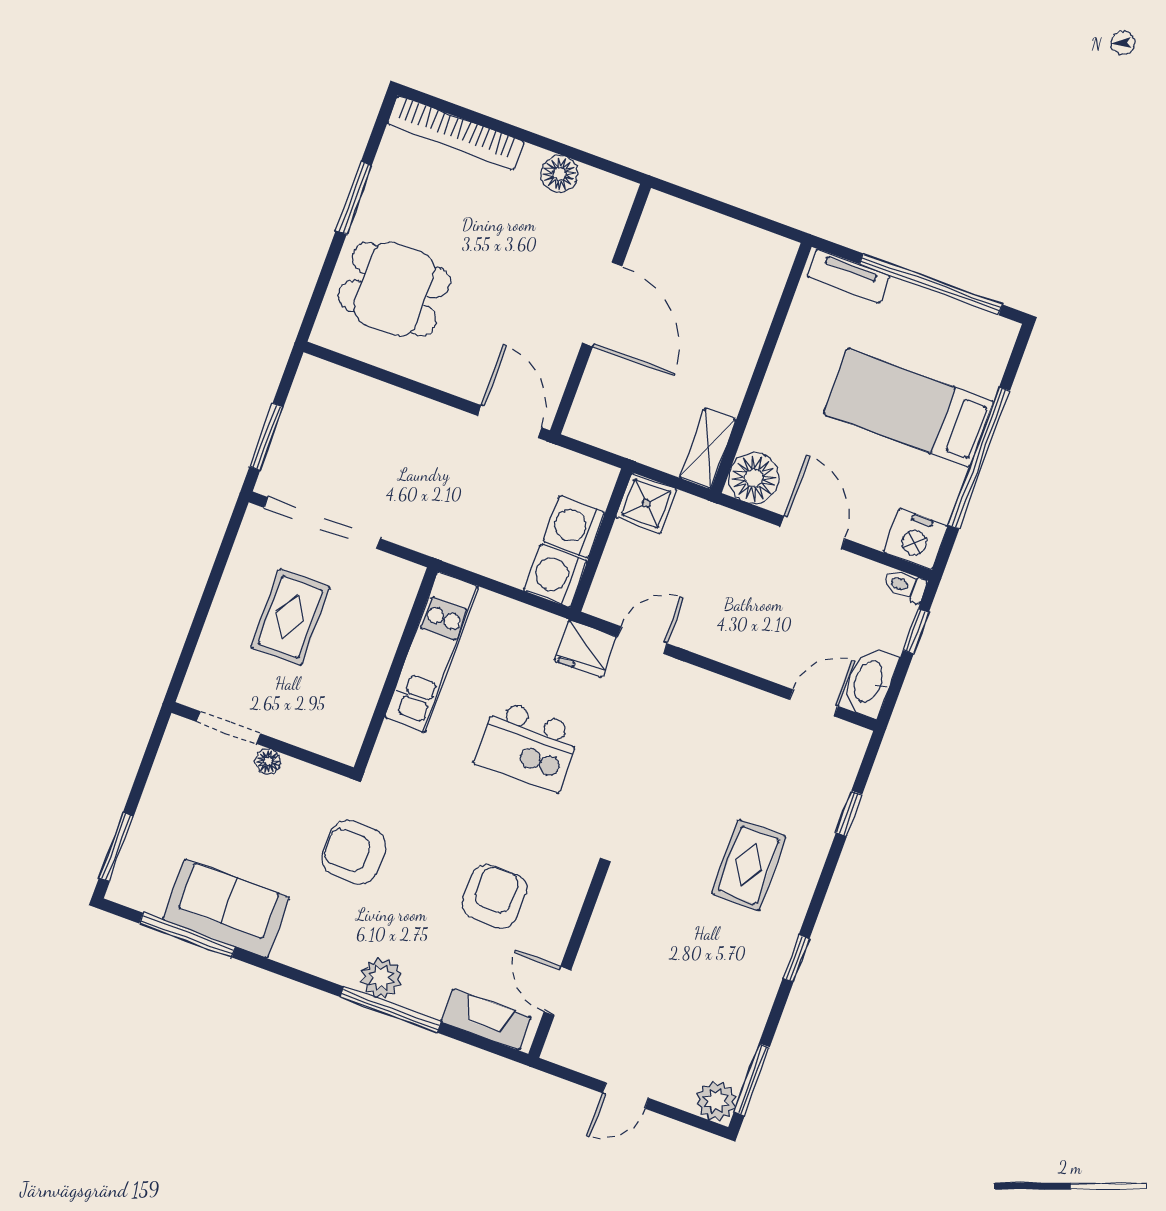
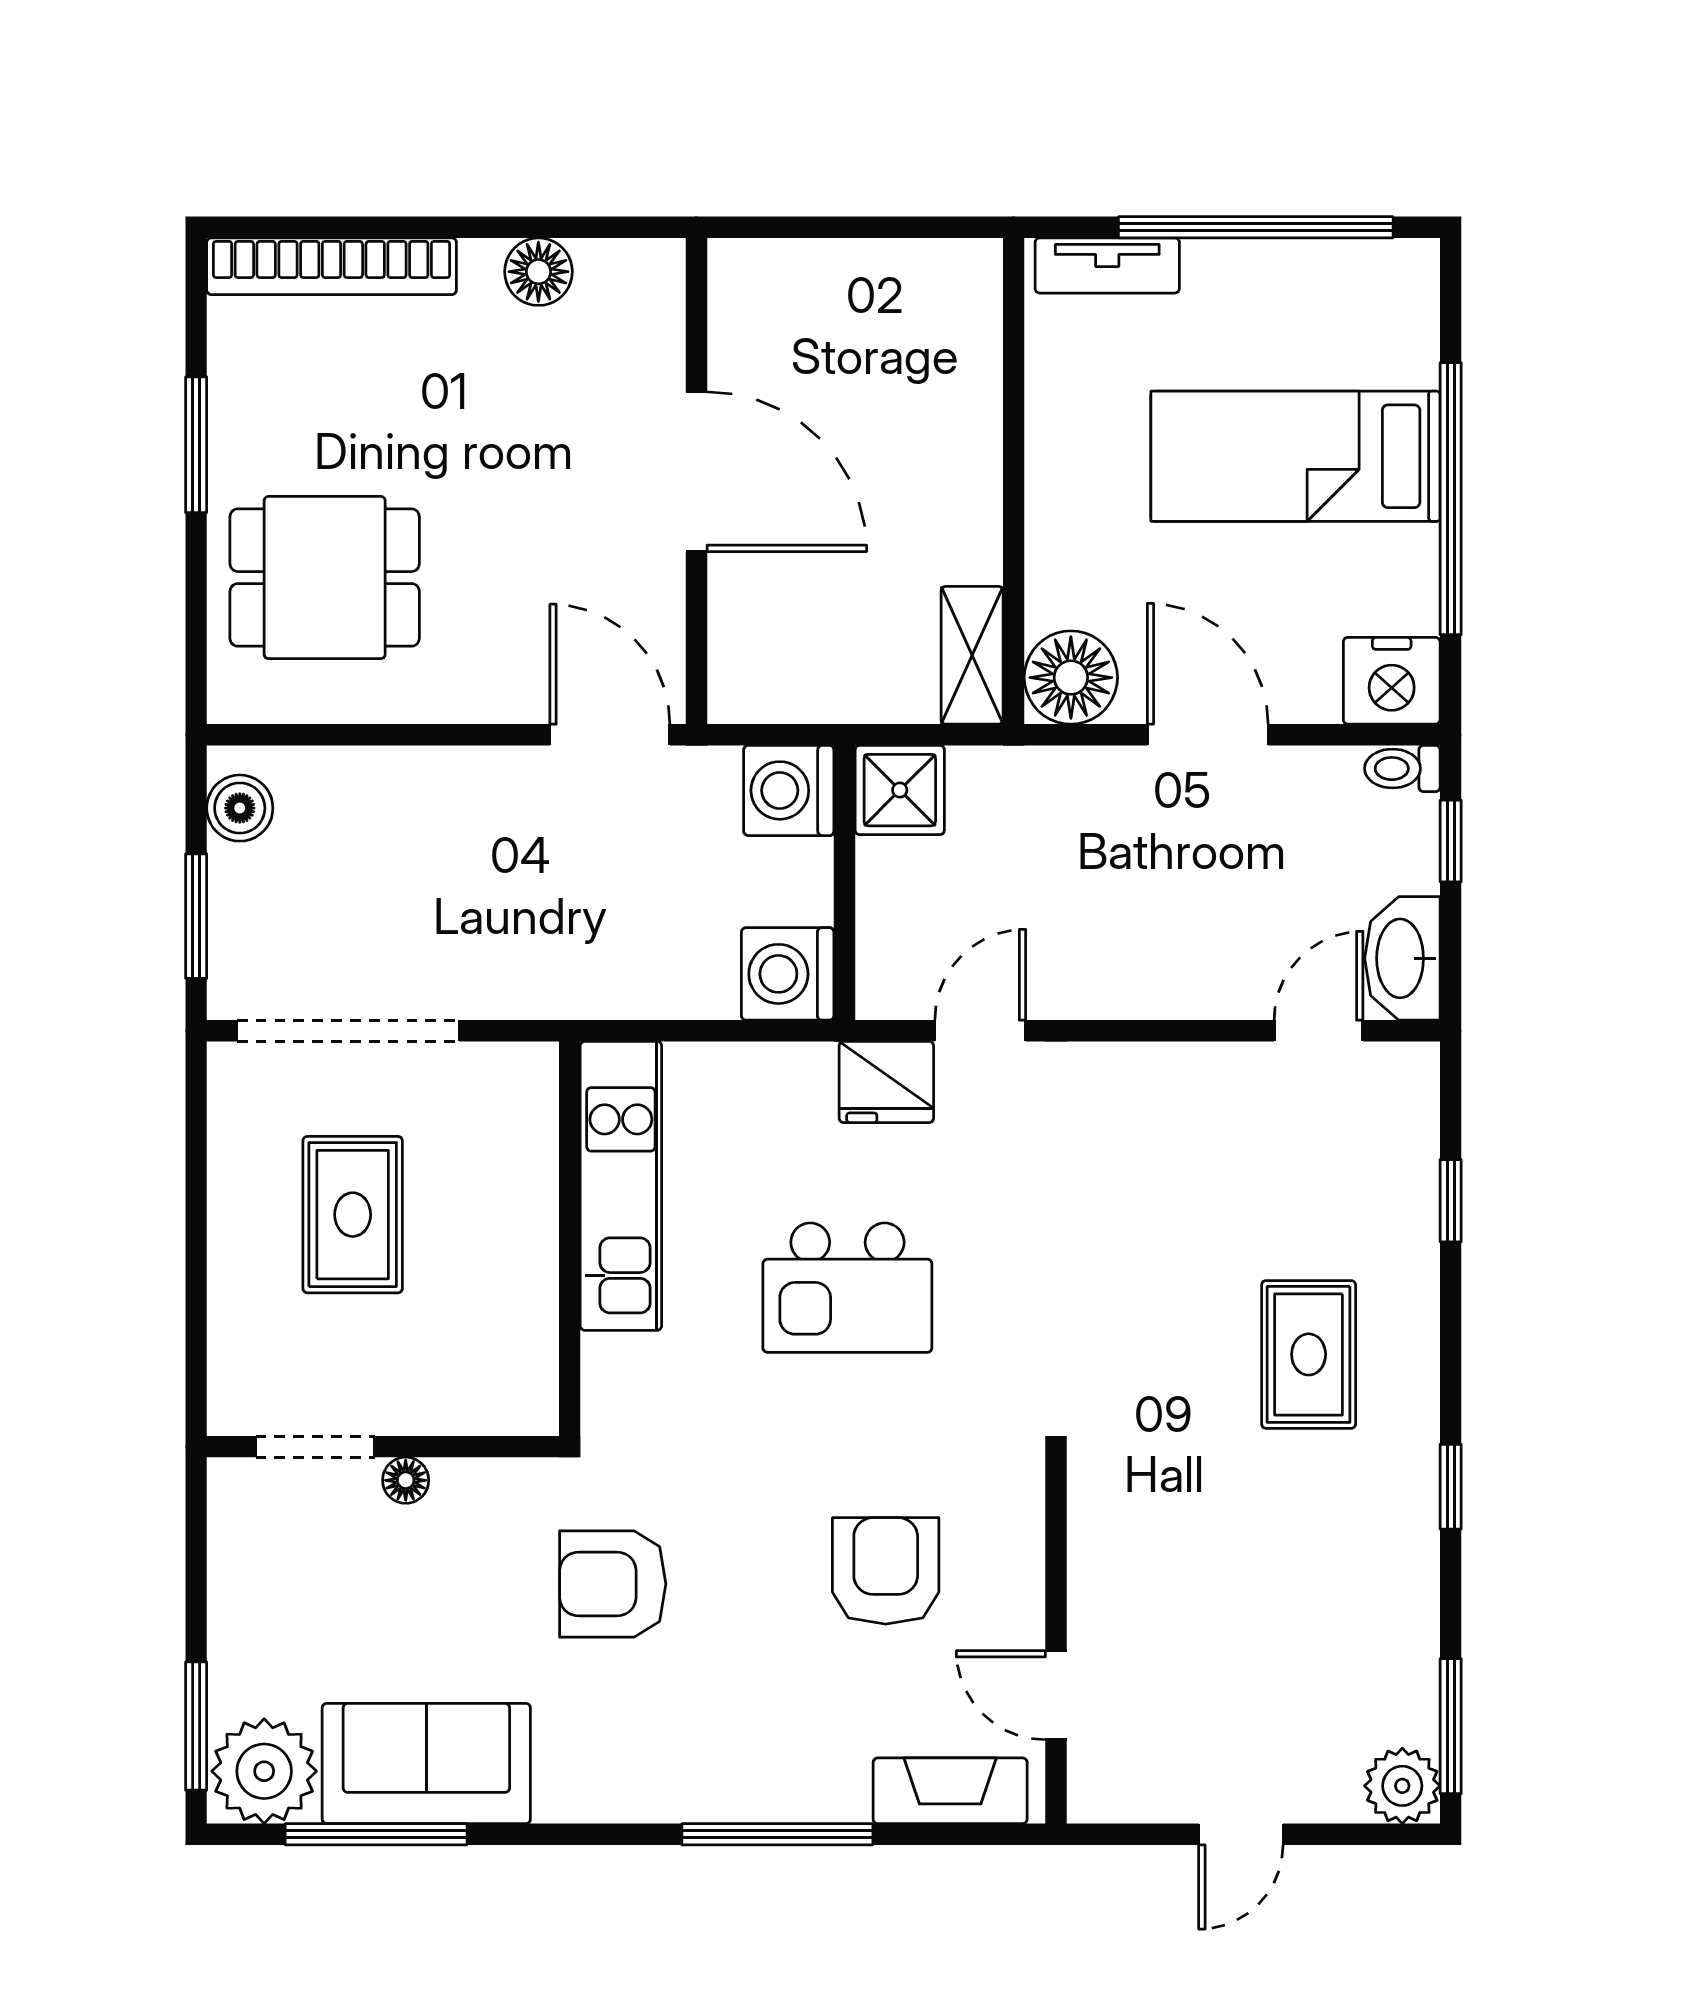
boiler: (309, 390) -> (240, 808), added
washing machine: (574, 527) -> (789, 790), moved
plant: (381, 978) -> (264, 1771), moved, width x1.36, depth x1.36

